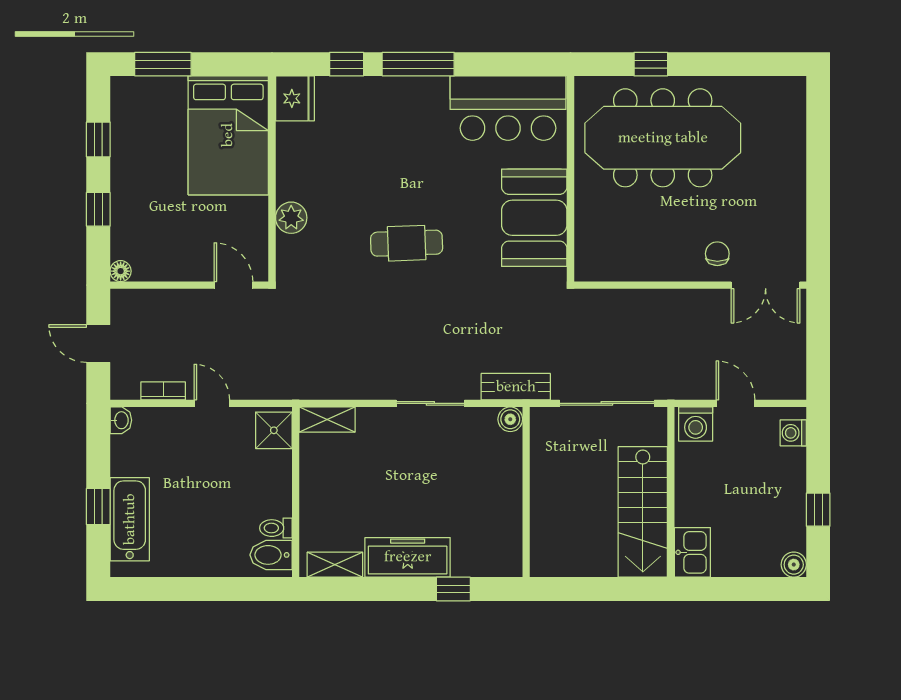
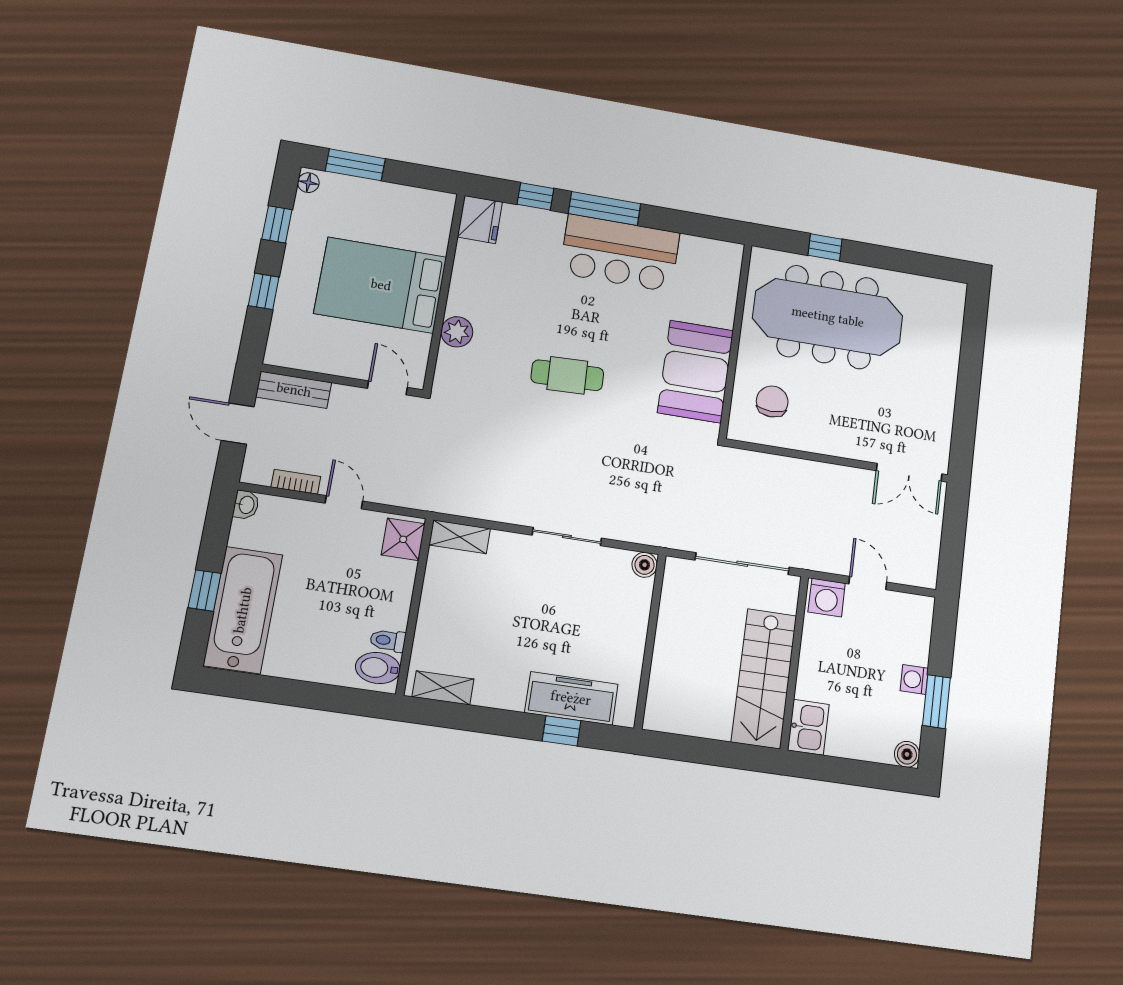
bar counter: (508, 108) -> (620, 253), moved
bed: (228, 135) -> (381, 285), moved, turned 90
chair: (717, 254) -> (772, 401), moved, width x1.37, depth x1.37
floor lamp: (121, 271) -> (308, 183), moved
bench: (516, 387) -> (294, 390), moved
washing machine: (793, 433) -> (914, 680), moved
window: (818, 510) -> (937, 702), width x1.50
bathtub: (130, 519) -> (243, 610), width x1.36, depth x1.36
freezer: (408, 557) -> (571, 698), moved

